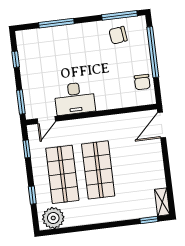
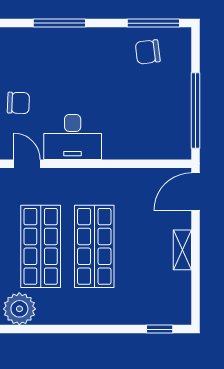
window: (153, 52) -> (196, 110), moved
chair: (142, 82) -> (18, 103), moved, turned -88
door: (46, 120) -> (27, 164), swing flipped
shelving: (162, 202) -> (182, 250), moved

